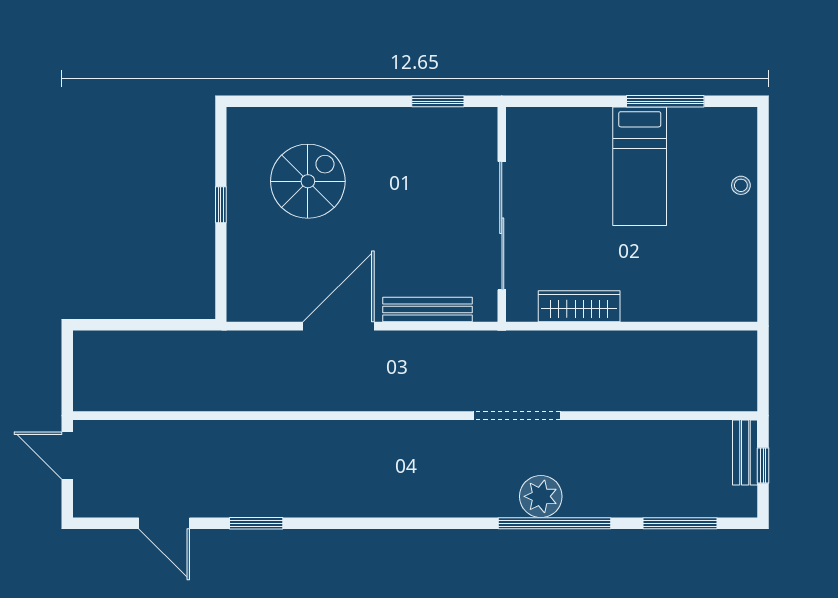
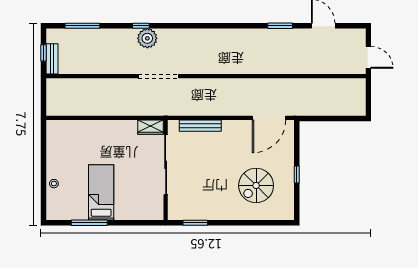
wardrobe: (579, 306) -> (150, 127), moved, width x0.67
door: (339, 326) -> (269, 118), moved
window: (554, 523) -> (141, 26), width x0.32

